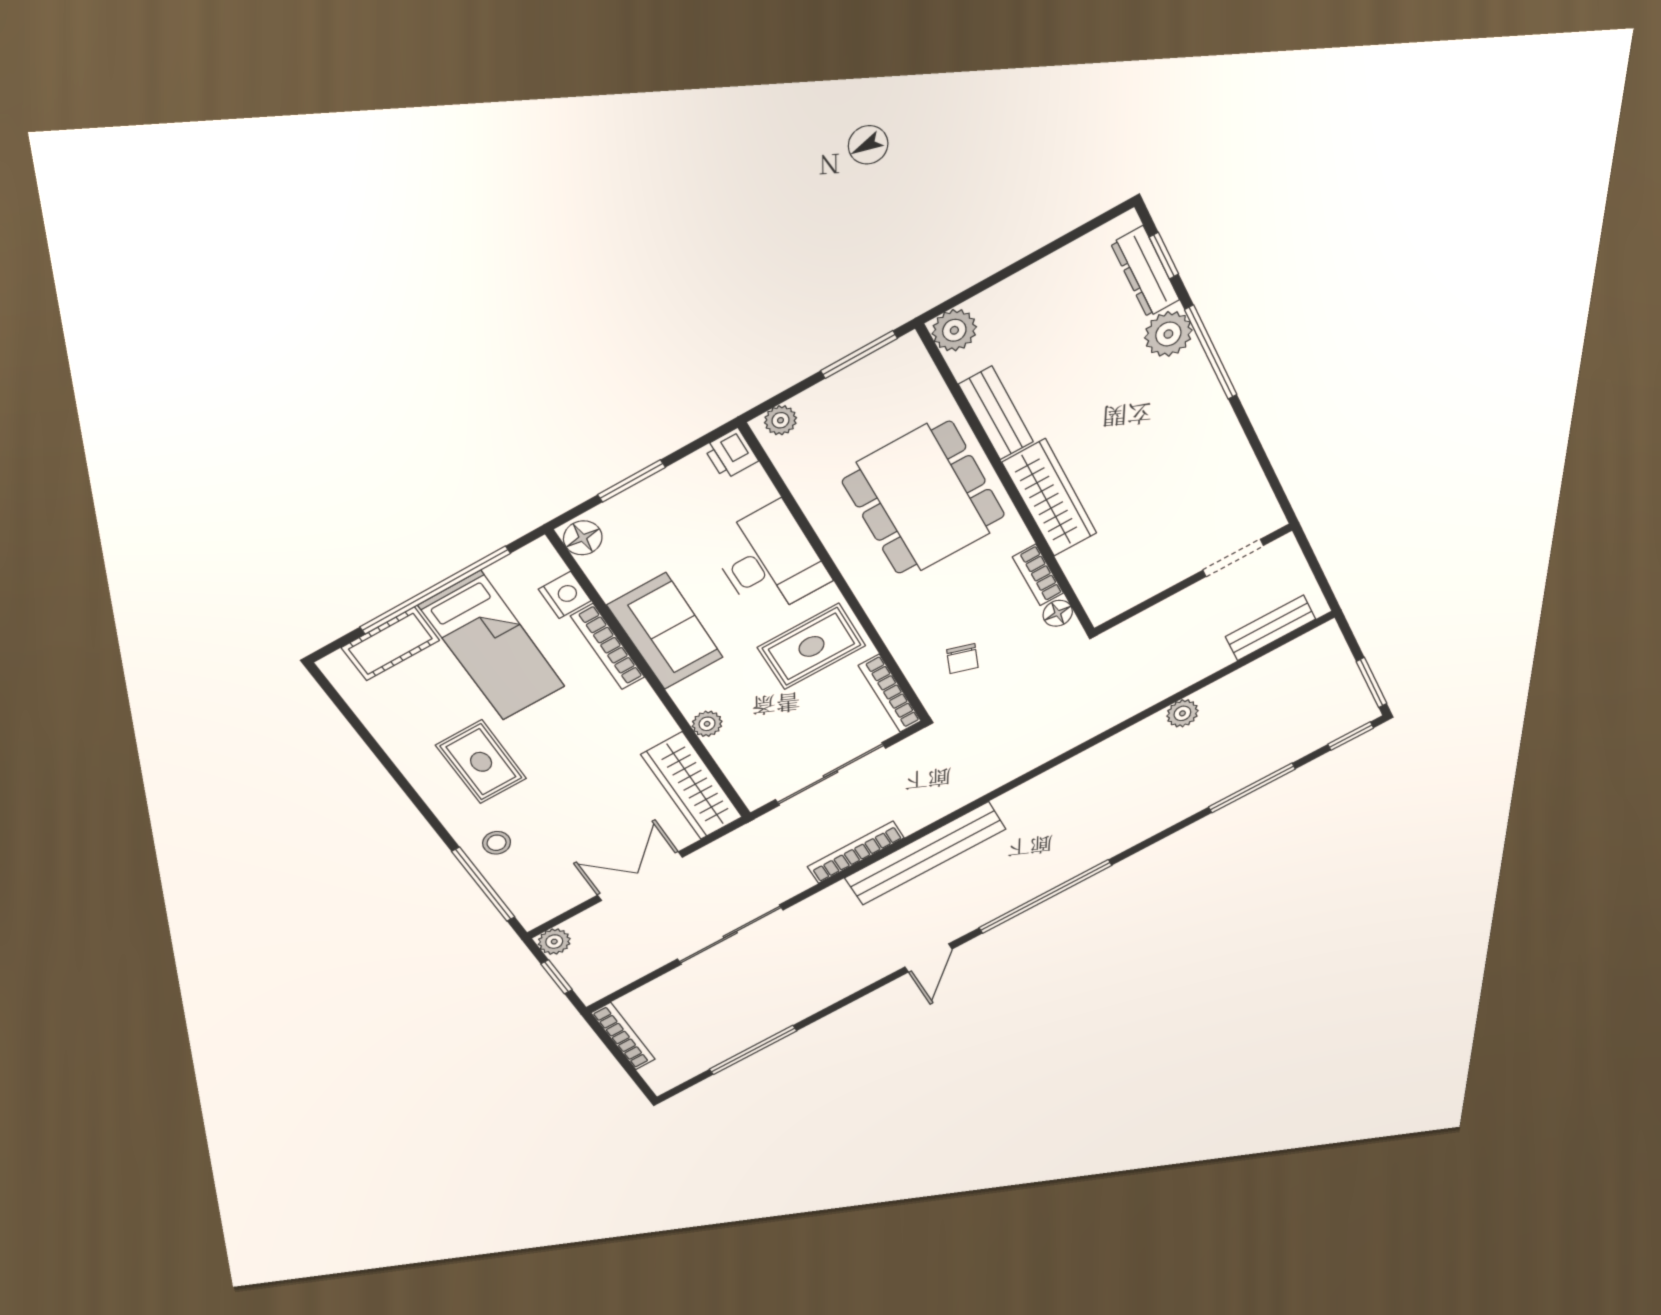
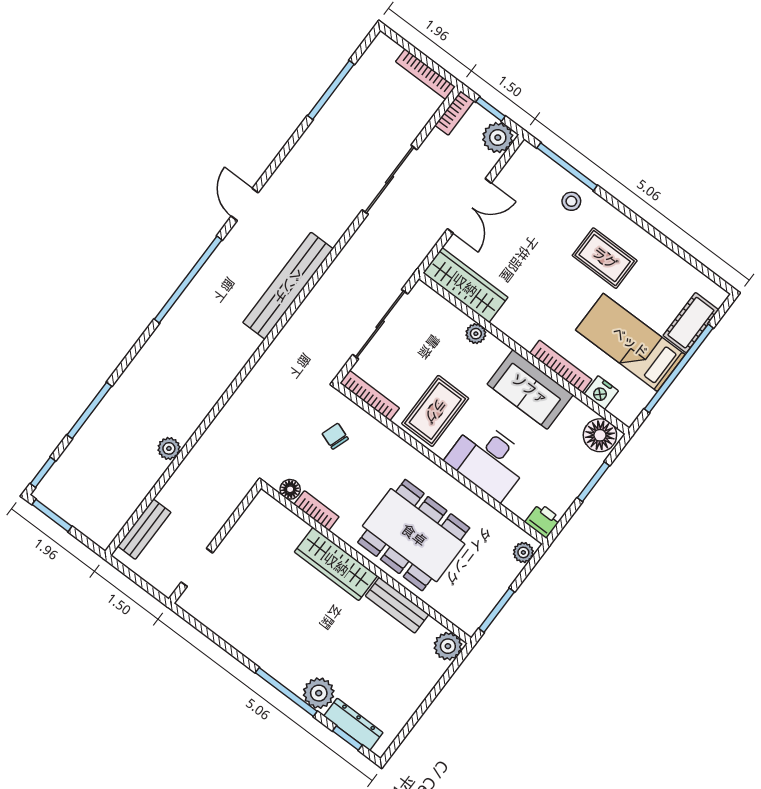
floor lamp: (583, 538) -> (600, 435), width x1.38, depth x1.38
bookcase: (856, 852) -> (455, 113), moved, width x0.64
plant: (554, 942) -> (498, 138), width x1.38, depth x1.38

